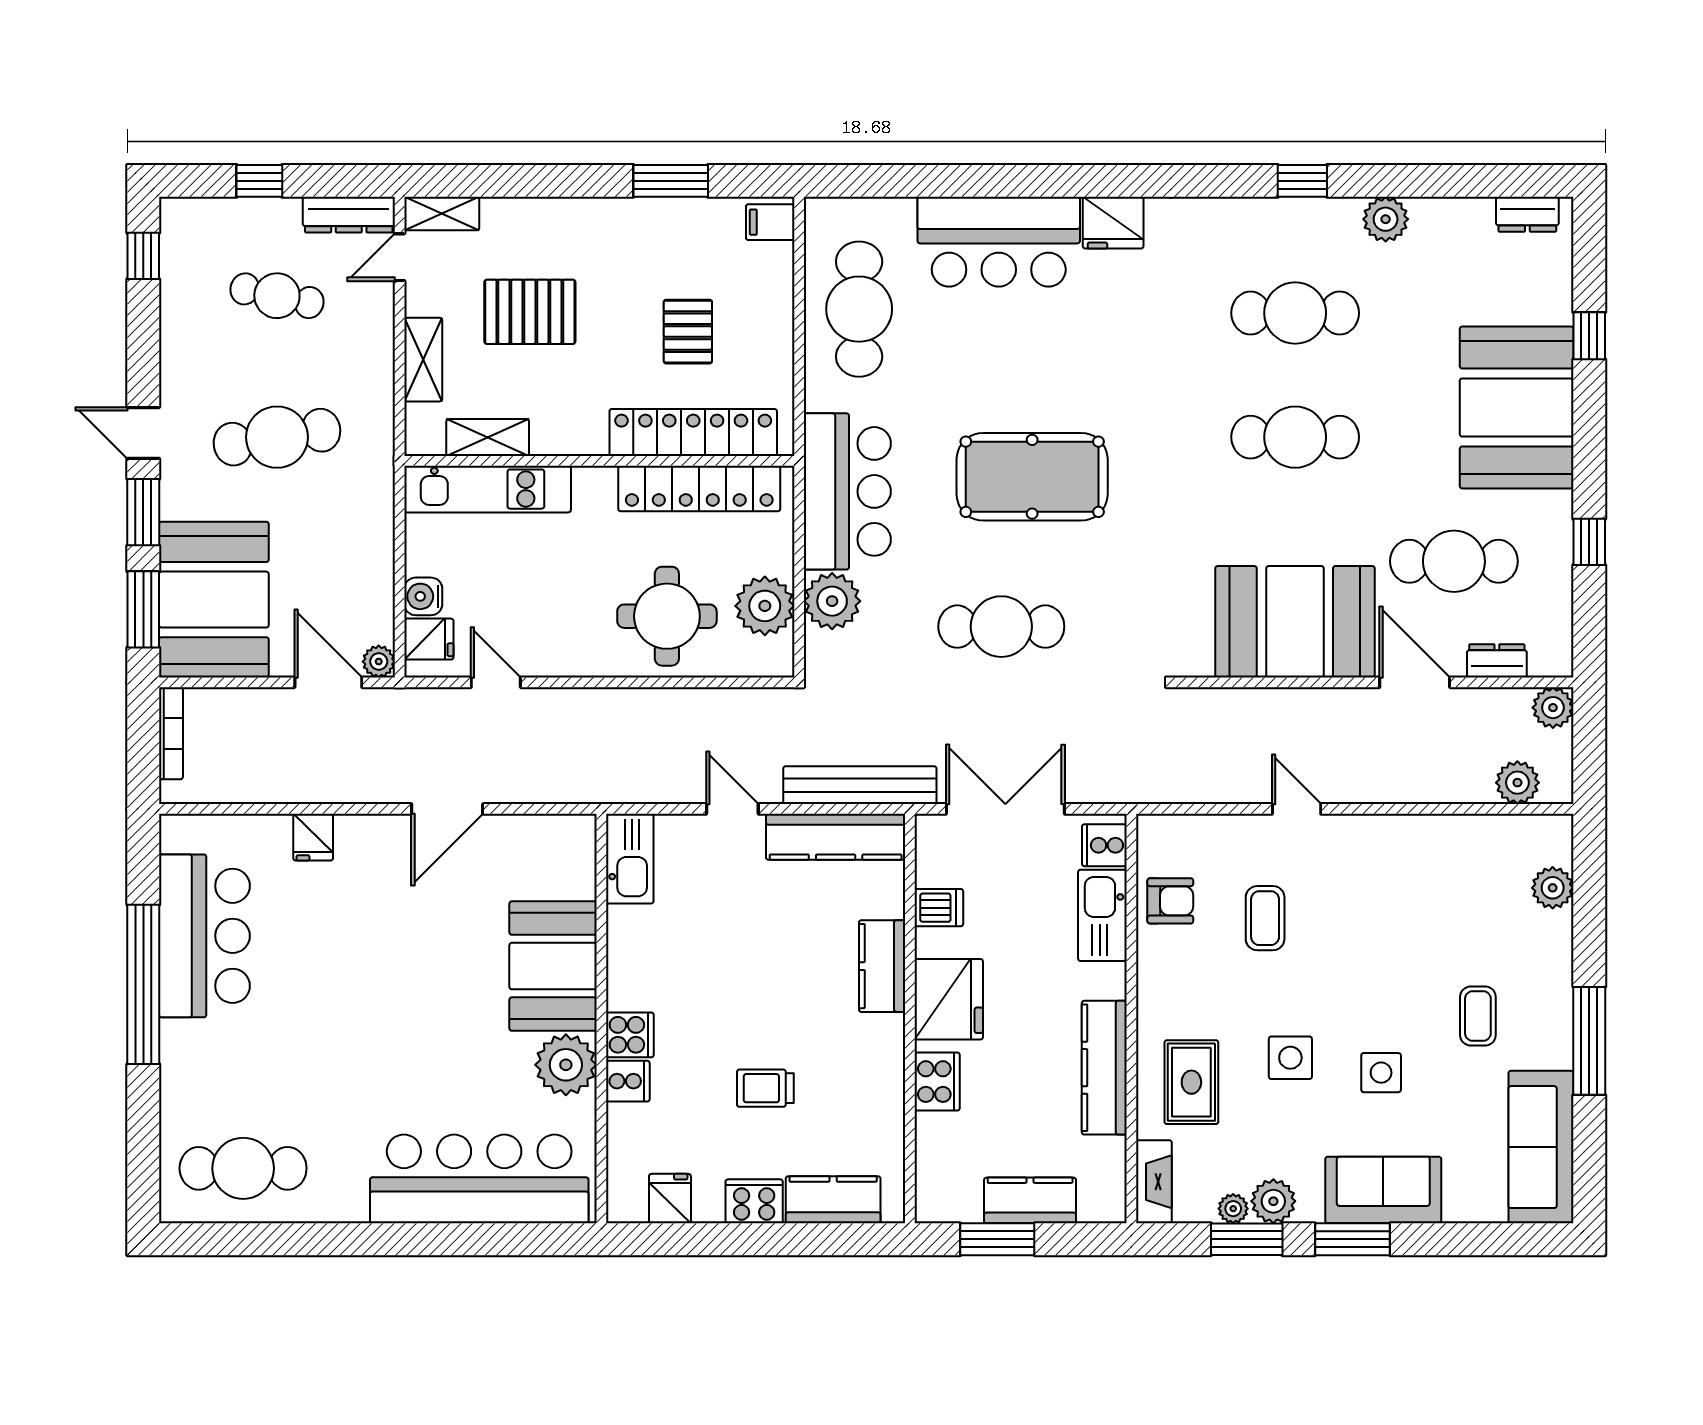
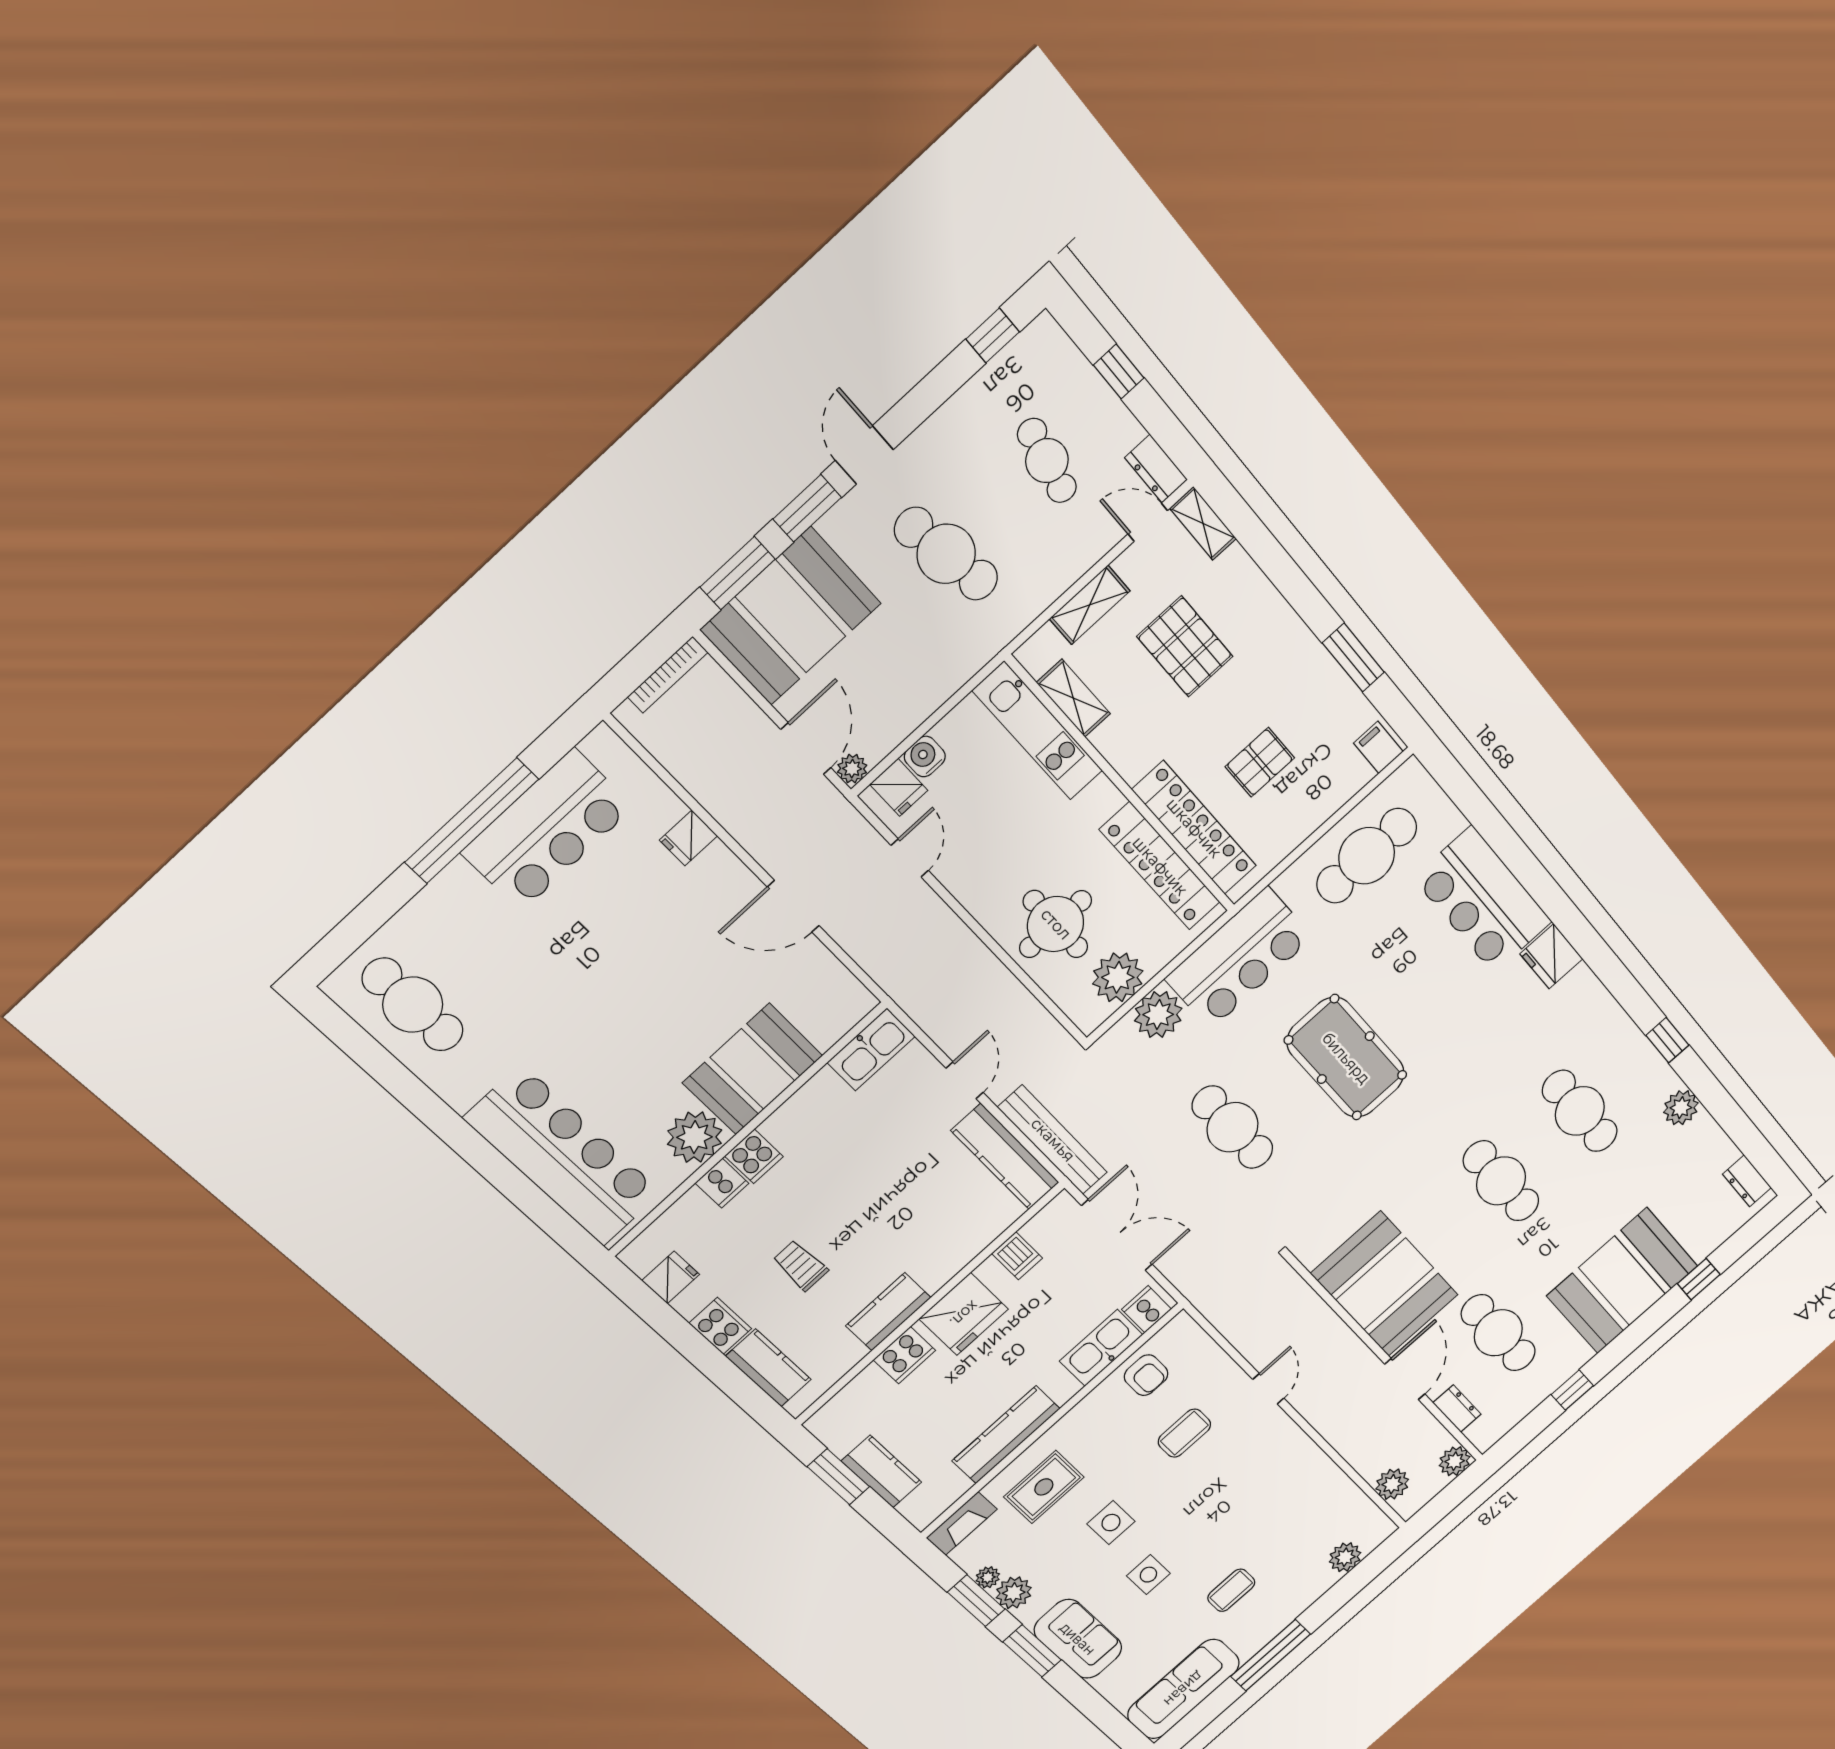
dresser: (349, 215) -> (1156, 469), width x0.70
kitchen counter: (882, 966) -> (888, 1312), moved

